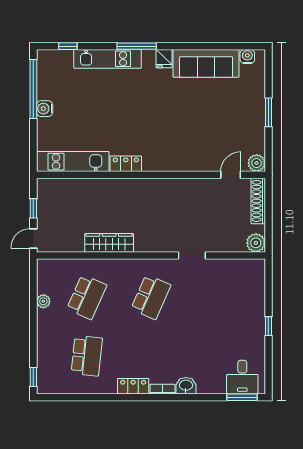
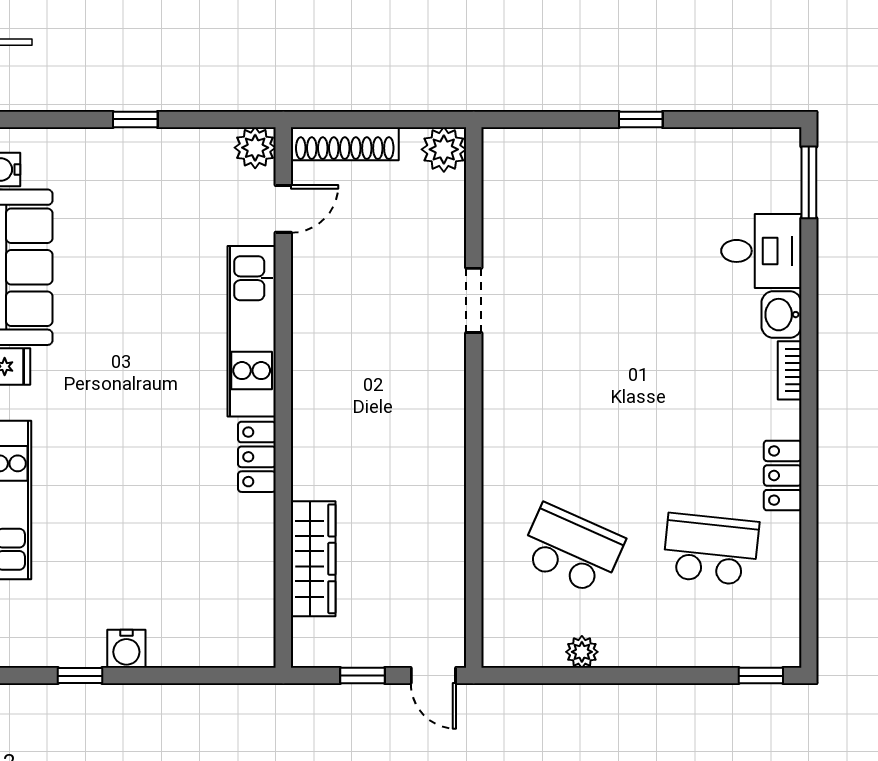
window: (33, 89) -> (80, 676), width x0.32
window: (268, 112) -> (135, 119), width x0.67
kitchen unit: (73, 162) -> (252, 331), moved
door: (231, 175) -> (283, 209), swing flipped
wardrobe: (109, 243) -> (313, 559), moved, turned 180
school desk: (151, 297) -> (572, 398), removed
desk: (242, 377) -> (761, 251), moved
locker: (133, 386) -> (783, 476), moved

